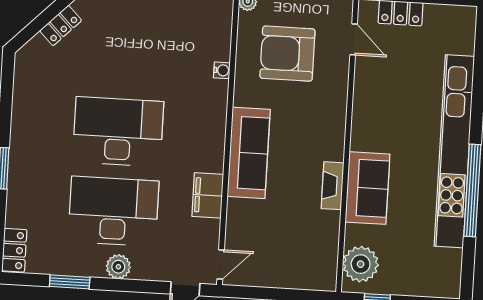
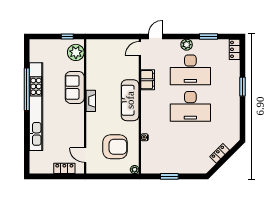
fireplace: (333, 186) -> (91, 101), moved

